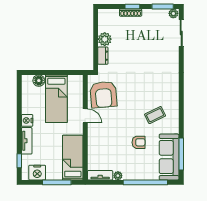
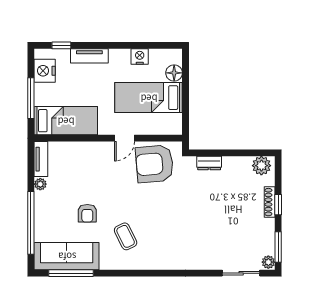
plant: (105, 39) -> (261, 166), moved
nightstand: (27, 120) -> (140, 57), moved

